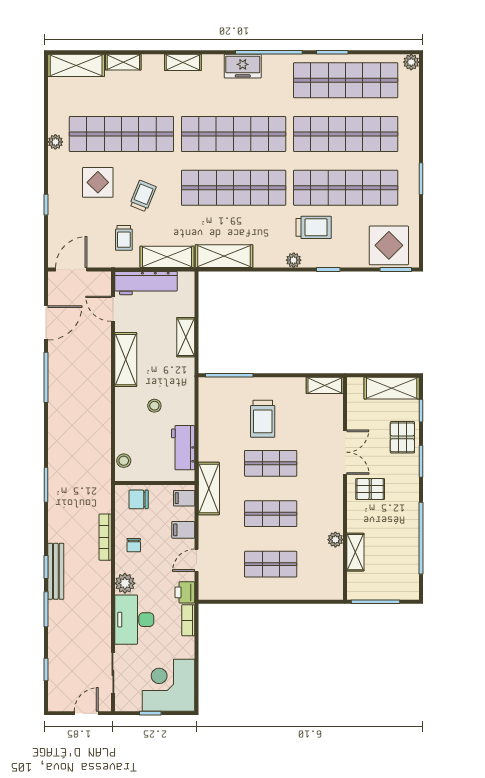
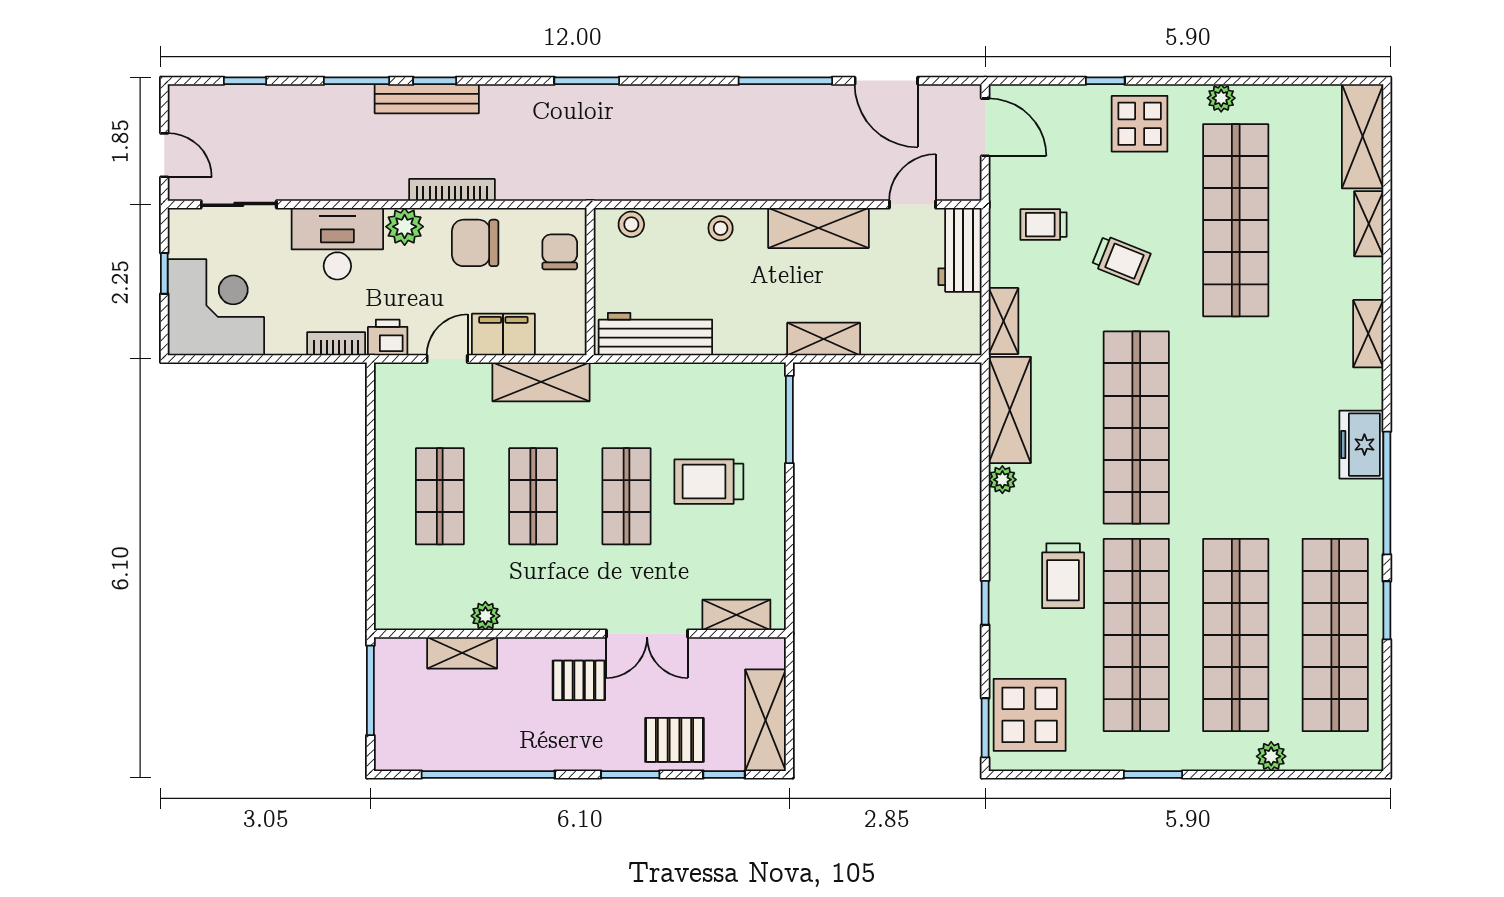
plant: (411, 62) -> (1271, 756), moved
shop shelf: (234, 134) -> (1236, 428), removed
display table: (98, 182) -> (1140, 124), moved
shelving: (167, 257) -> (1003, 321), width x0.67, depth x0.75
plant: (294, 260) -> (1002, 480), moved
workbench: (146, 283) -> (960, 250), width x0.73
shelving: (186, 337) -> (824, 339), moved
shelving: (325, 385) -> (736, 615), moved, turned 90
stool: (154, 406) -> (721, 228), moved
workbench: (183, 448) -> (655, 334), width x1.38
shelving: (209, 488) -> (541, 382), moved
pallet: (370, 489) -> (579, 680), turned 90
filing cabinet: (184, 498) -> (562, 336), removed
filing cabinet: (183, 530) -> (503, 335), width x2.00
bookcase: (105, 537) -> (452, 190), moved
chair: (134, 545) -> (475, 243), width x1.87, depth x1.87
door: (196, 560) -> (447, 359), hinge flipped

